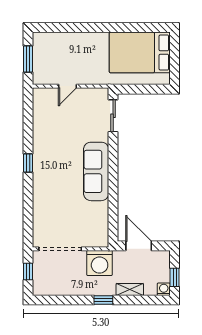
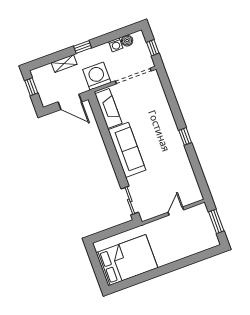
fireplace: (100, 223) -> (108, 109), added
boiler: (53, 289) -> (127, 41), added
washing machine: (164, 289) -> (116, 45), moved

